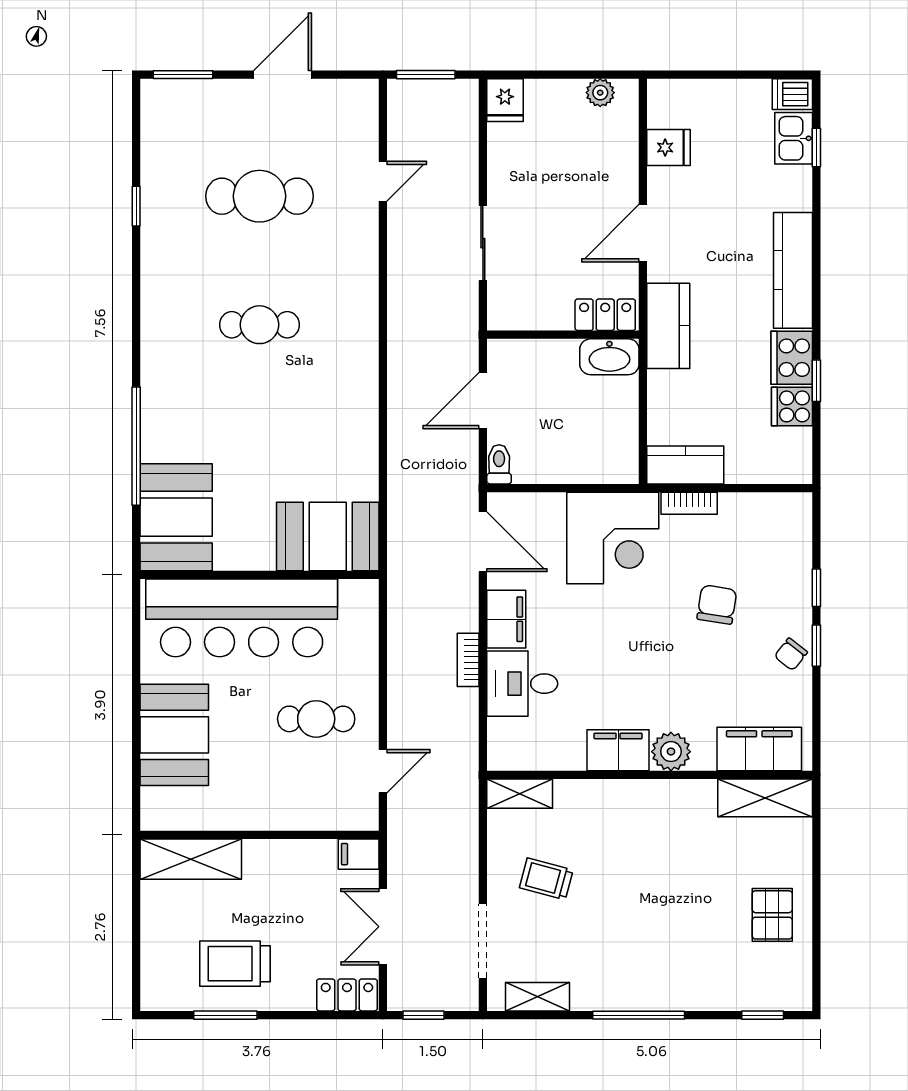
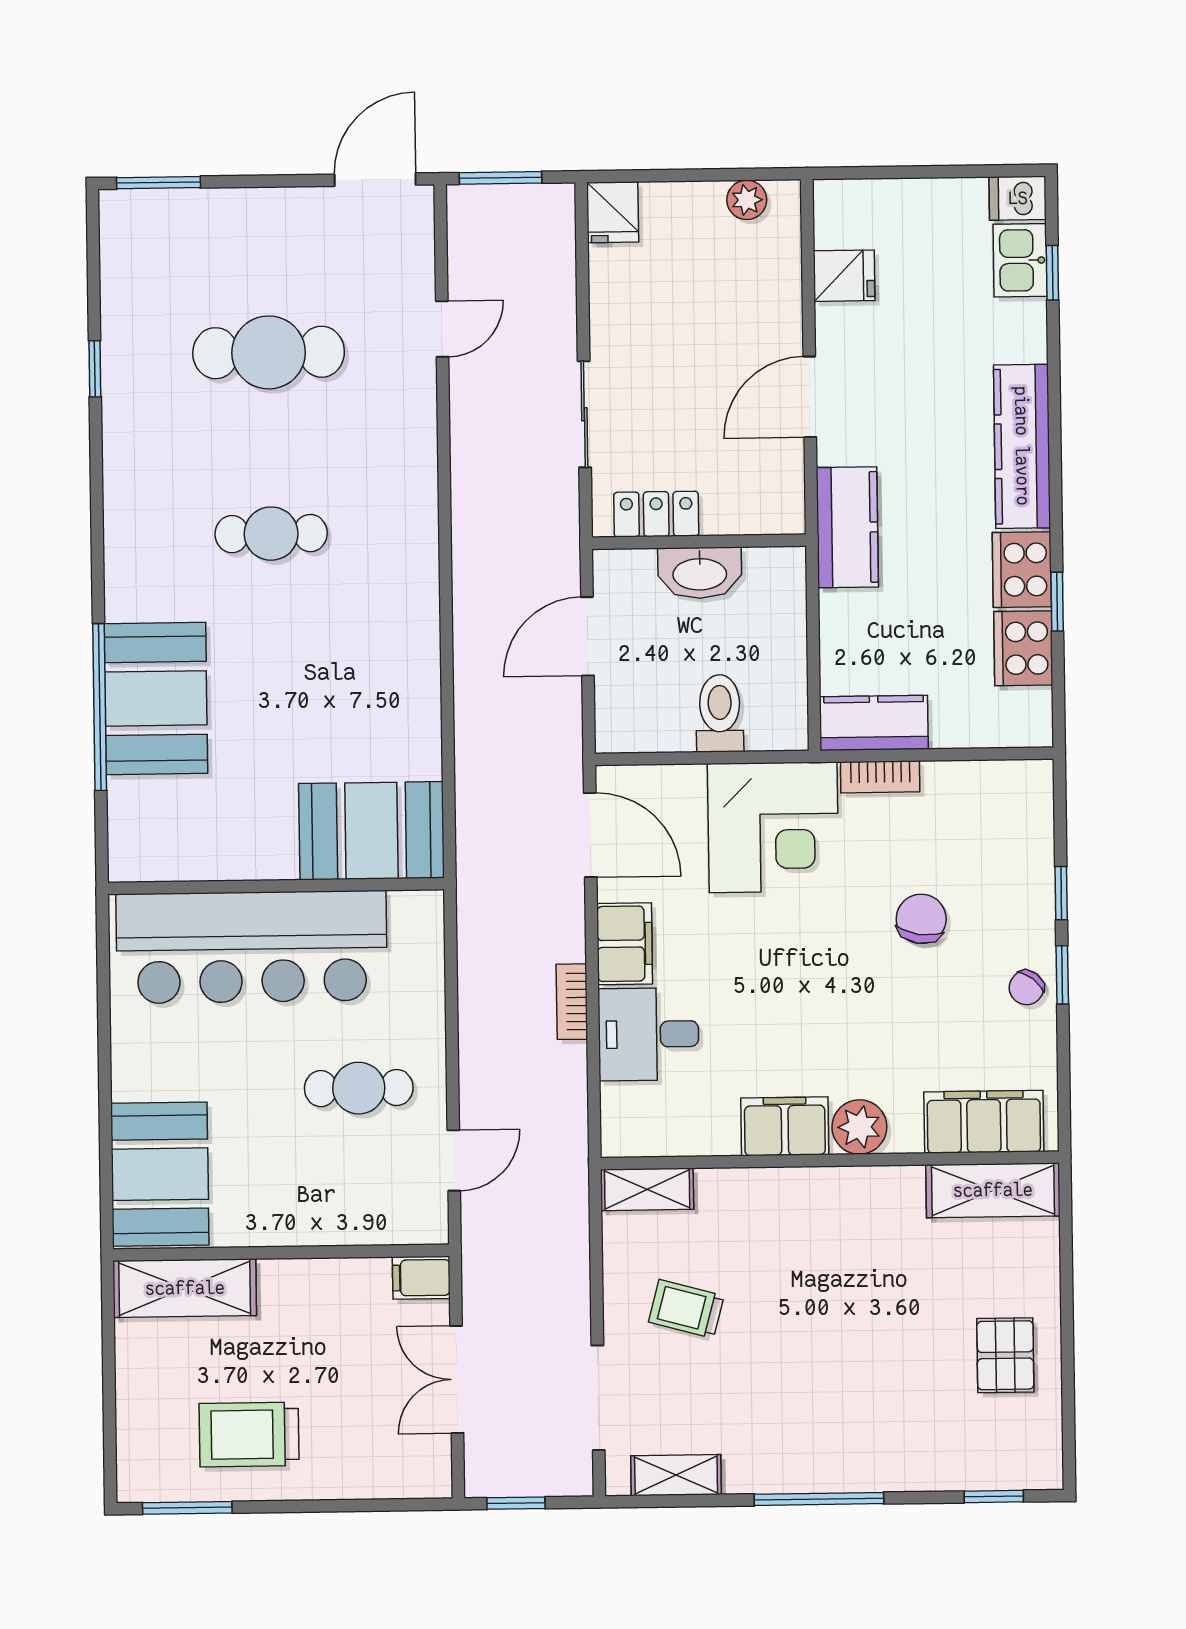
door: (283, 75) -> (375, 180), moved
locker: (605, 315) -> (656, 514), moved
washbasin: (609, 357) -> (700, 573), moved
cooker: (792, 406) -> (1023, 648), width x1.36
toilet: (499, 464) -> (720, 713), moved, width x1.37, depth x1.39
booth: (176, 517) -> (156, 698), moved
booth: (174, 735) -> (160, 1174), moved
locker: (347, 995) -> (408, 1476), removed
window: (225, 1015) -> (187, 1508), moved

